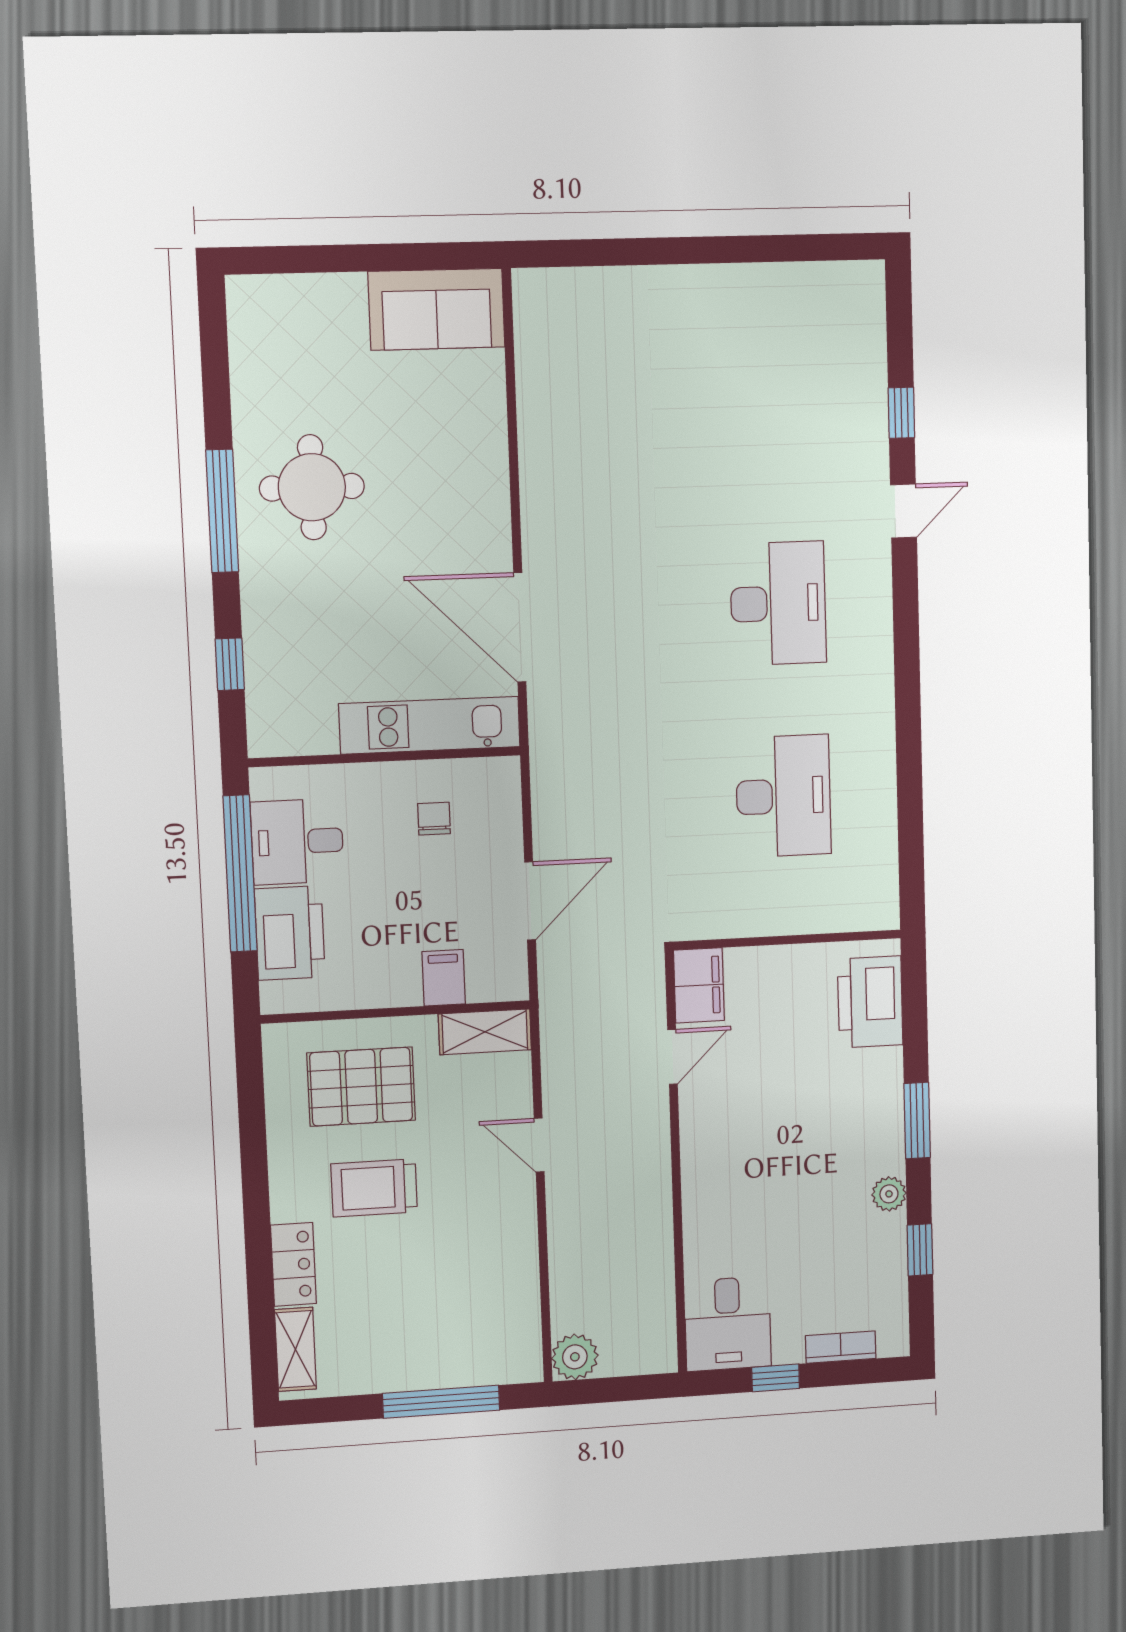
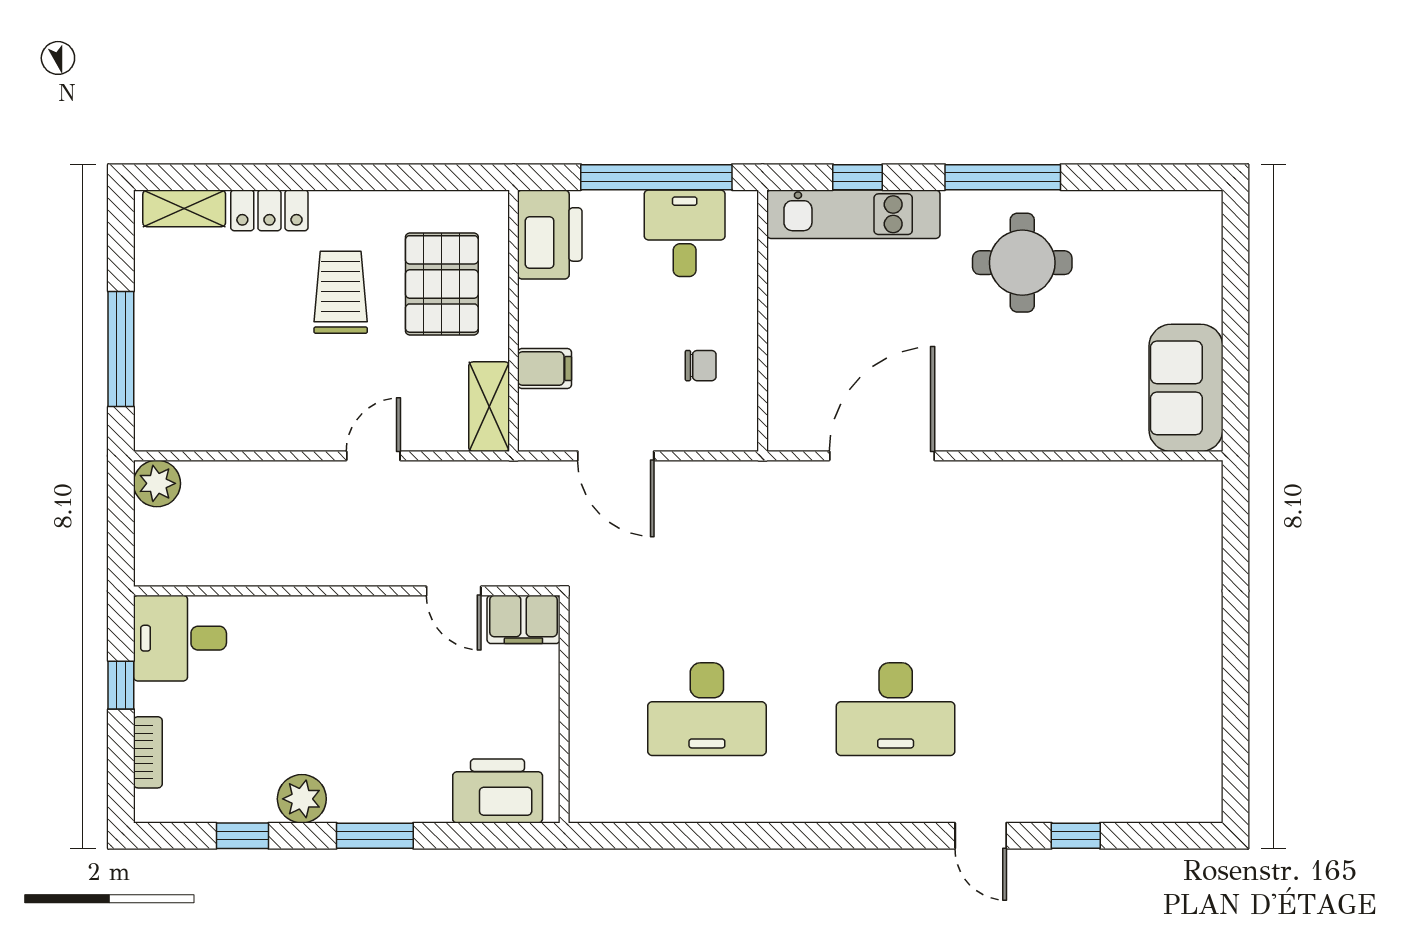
kitchen unit: (430, 725) -> (853, 214), moved, turned 90
printer: (290, 933) -> (550, 234), moved, turned -90
plant: (889, 1194) -> (302, 799), width x1.38, depth x1.38

